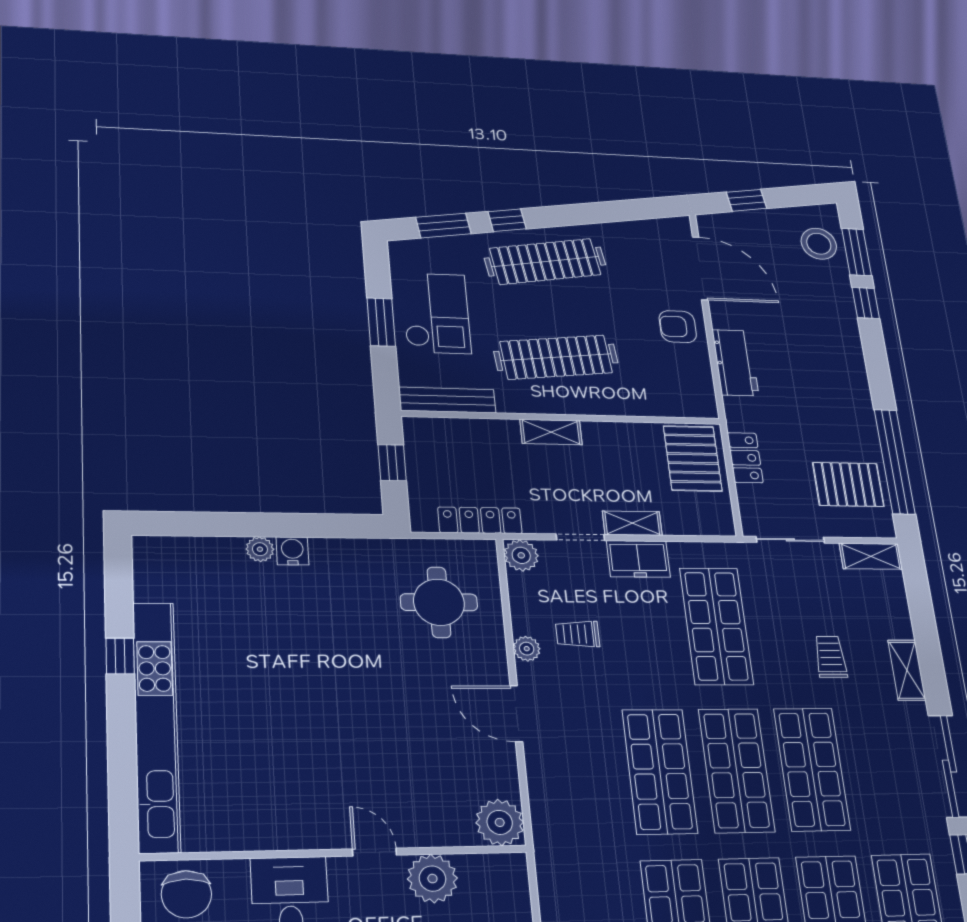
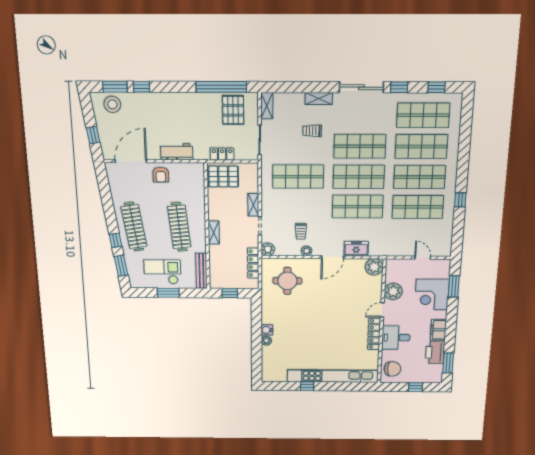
freezer: (638, 559) -> (356, 249), moved, turned -90
locker: (298, 834) -> (374, 334), added

